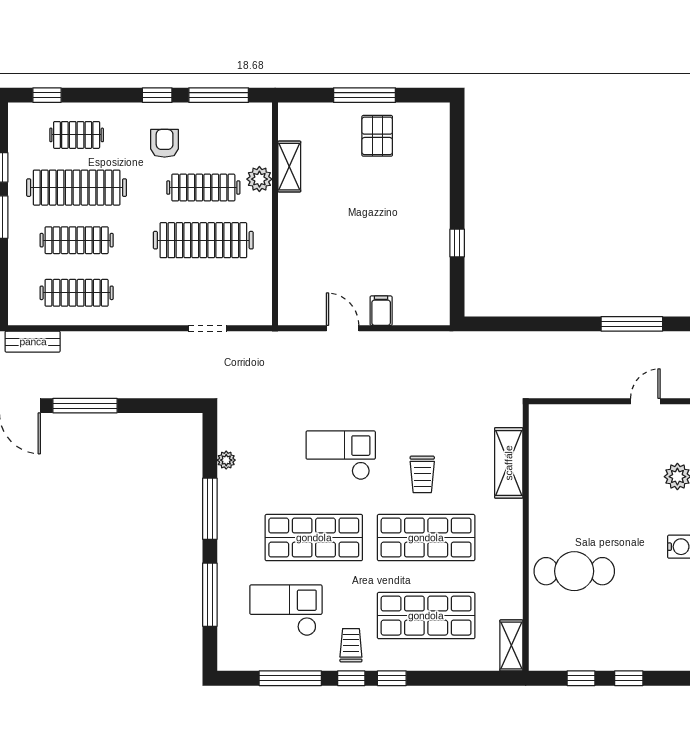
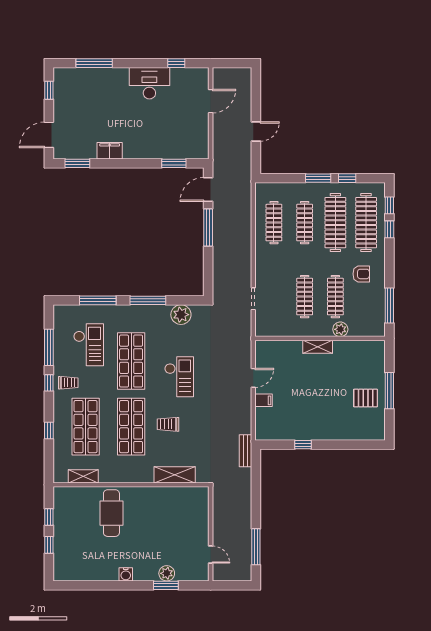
window: (157, 95) -> (389, 229), moved
clothes rail: (77, 135) -> (366, 223), width x1.86, depth x1.31
shelving: (289, 167) -> (318, 347), moved
clothes rail: (203, 240) -> (305, 297), width x0.73, depth x0.76
bench: (33, 342) -> (245, 451), moved
plant: (226, 460) -> (181, 315), width x1.88, depth x1.88
shelving: (511, 645) -> (83, 476), moved
window: (392, 678) -> (49, 430), moved

